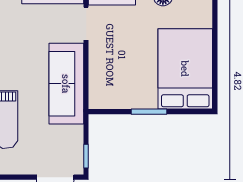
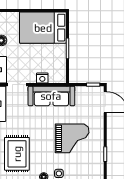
nightstand: (97, 68) -> (42, 78), added

